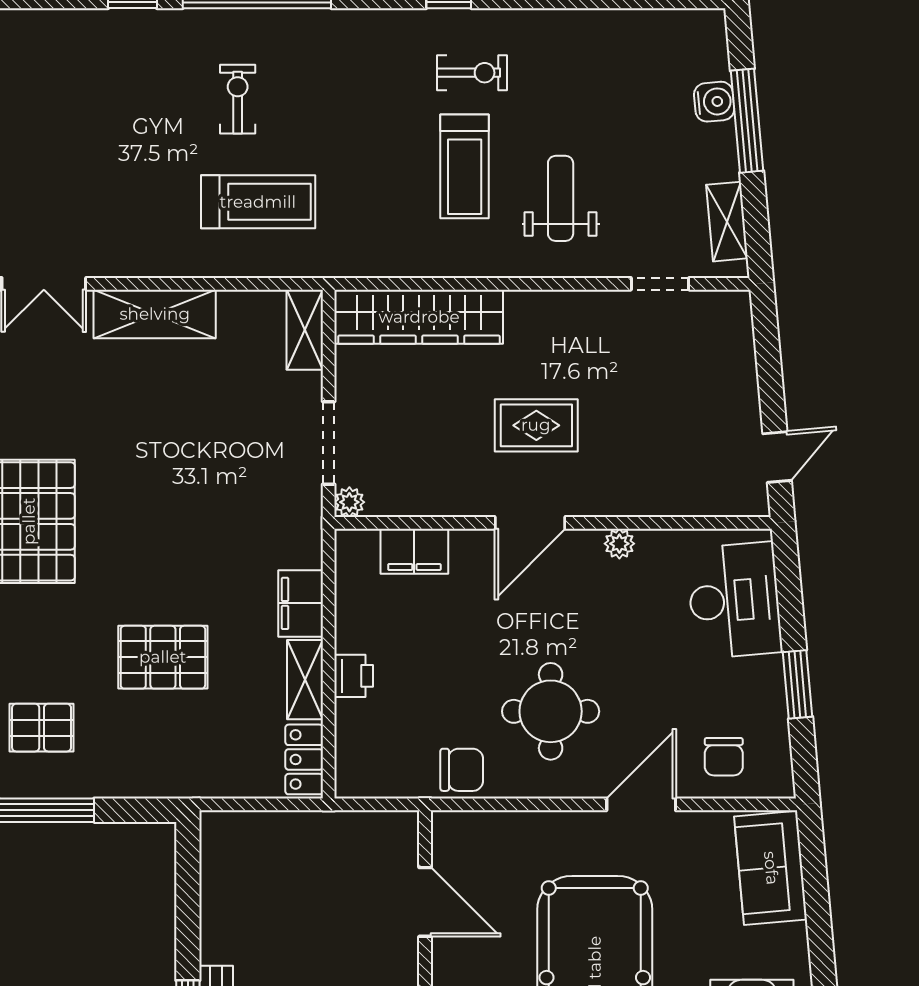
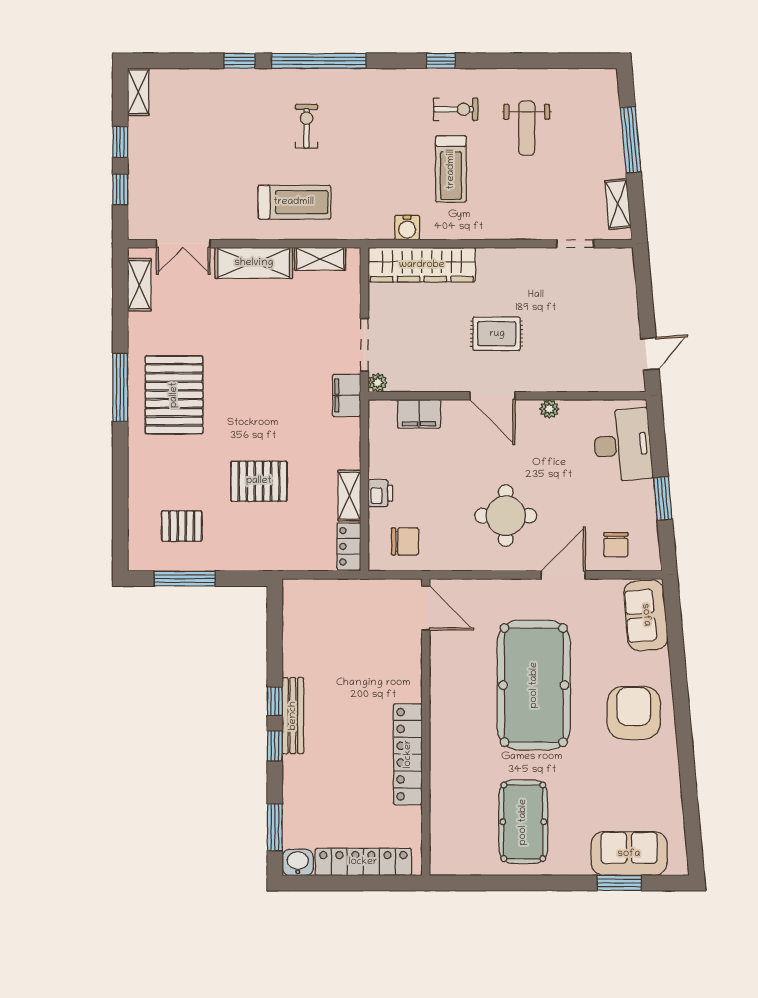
water cooler: (714, 102) -> (407, 228), moved, turned 95
weight bench: (561, 198) -> (527, 128), moved, turned 180
treadmill: (258, 202) -> (294, 202), moved
shelving: (305, 330) -> (320, 259), moved, turned 90
door: (530, 523) -> (493, 396), hinge flipped
filing cabinet: (301, 603) -> (347, 395), moved
chair: (462, 770) -> (405, 541), moved
door: (425, 902) -> (426, 608), moved

